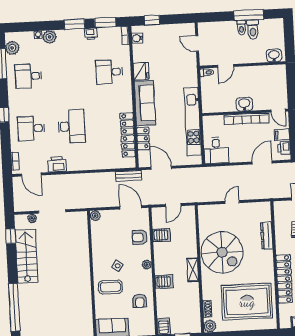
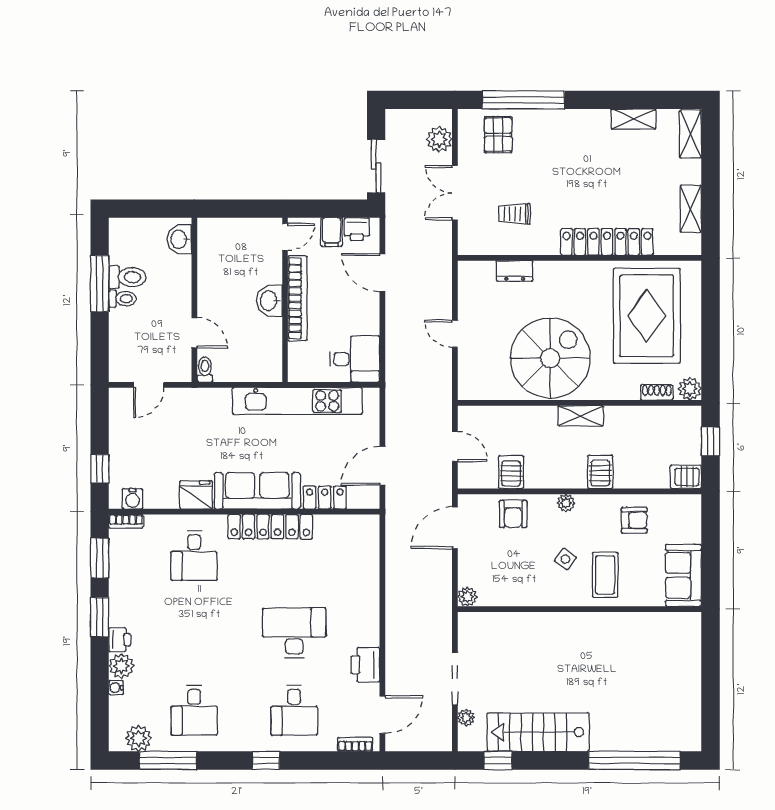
printer: (91, 34) -> (120, 640), moved
locker: (128, 135) -> (270, 527), moved
bench: (129, 176) -> (395, 529), removed
dresser: (267, 236) -> (515, 271), width x0.70

